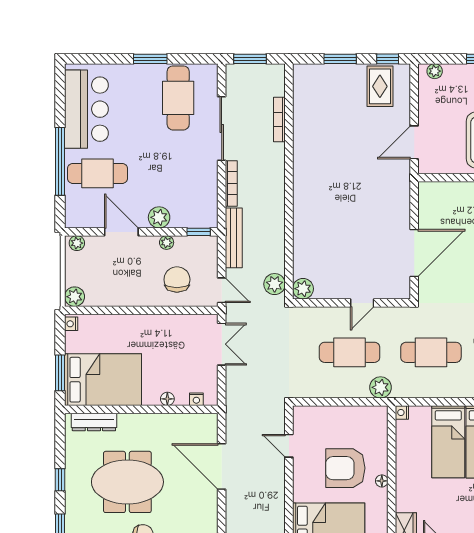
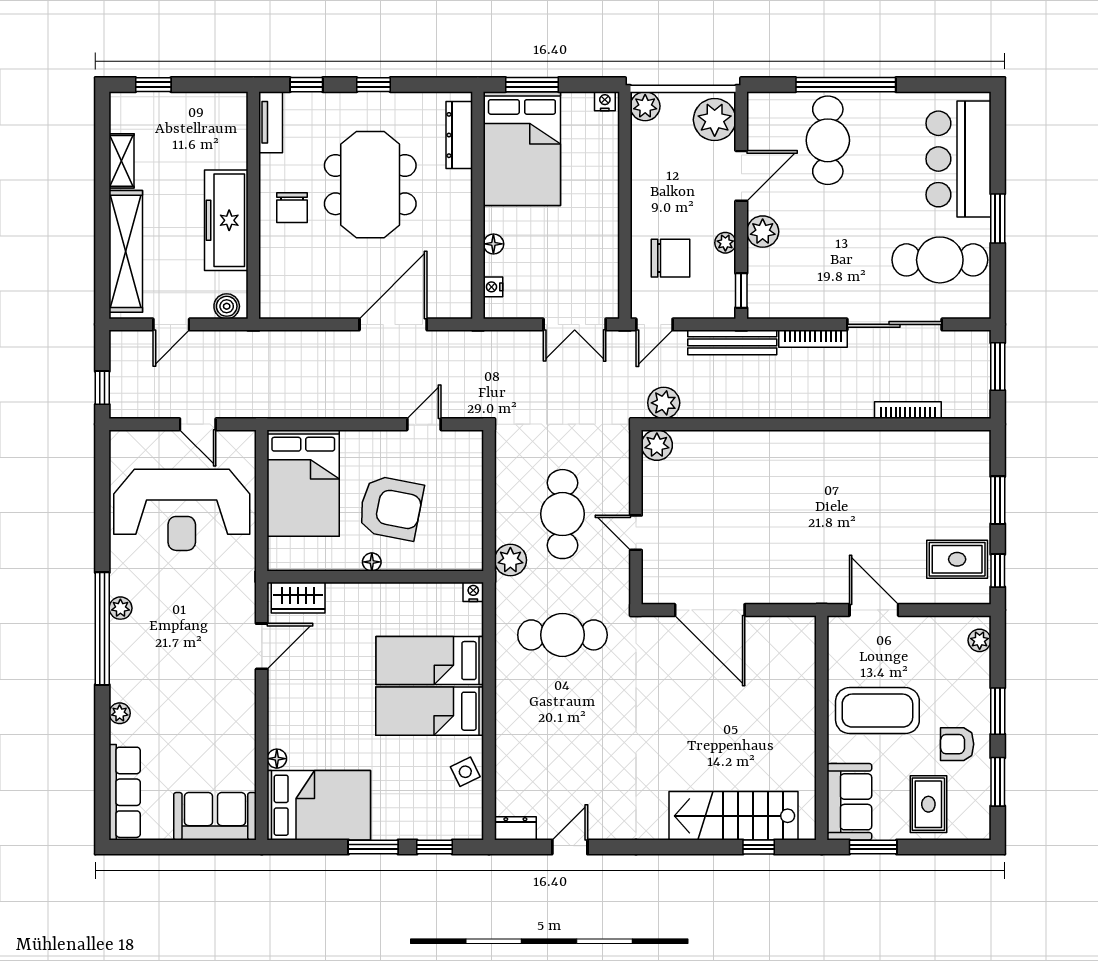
bar counter: (86, 109) -> (958, 159), moved, turned 90
plant: (77, 243) -> (715, 120), width x1.87, depth x1.87
cafe table: (431, 352) -> (562, 635), turned 90
armchair: (345, 468) -> (391, 508), turned 101

